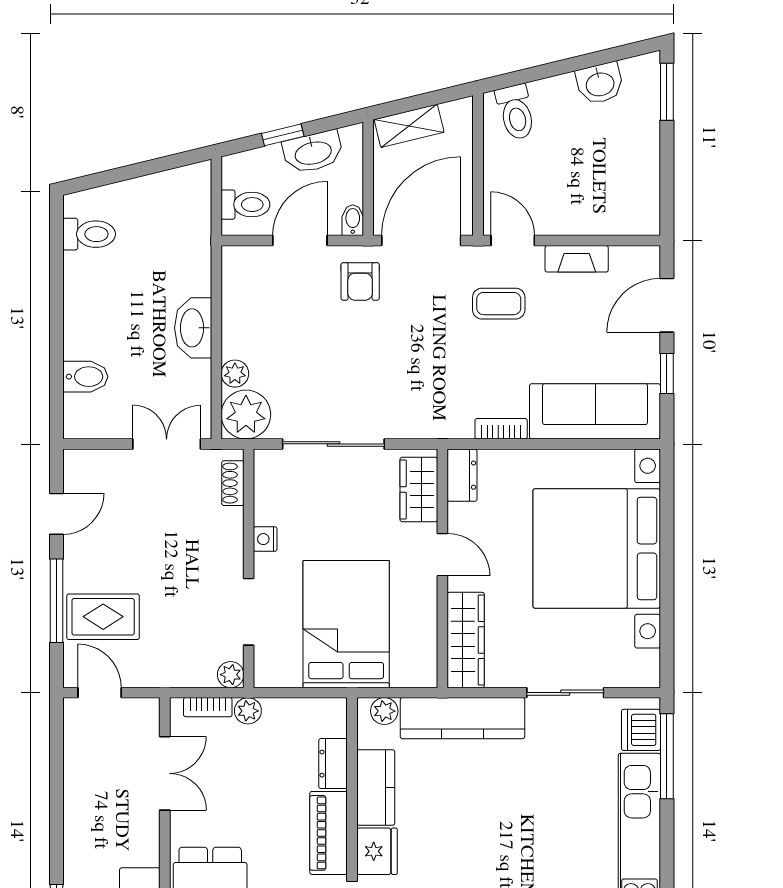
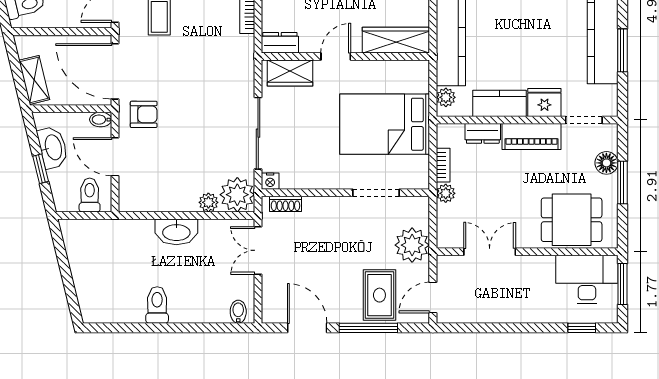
toilet: (89, 234) -> (157, 305), moved
bidet: (85, 377) -> (238, 312), moved, width x0.72, depth x0.74
door: (57, 514) -> (307, 328), width x1.38
nightstand: (265, 539) -> (270, 181), moved
plant: (231, 675) -> (412, 245), moved, width x1.88, depth x1.88
bookcase: (208, 707) -> (443, 165), moved

